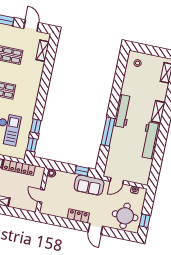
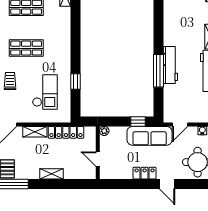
workbench: (123, 111) -> (170, 65), moved
window: (32, 145) -> (75, 104), removed
sofa: (89, 185) -> (150, 136), width x1.36

